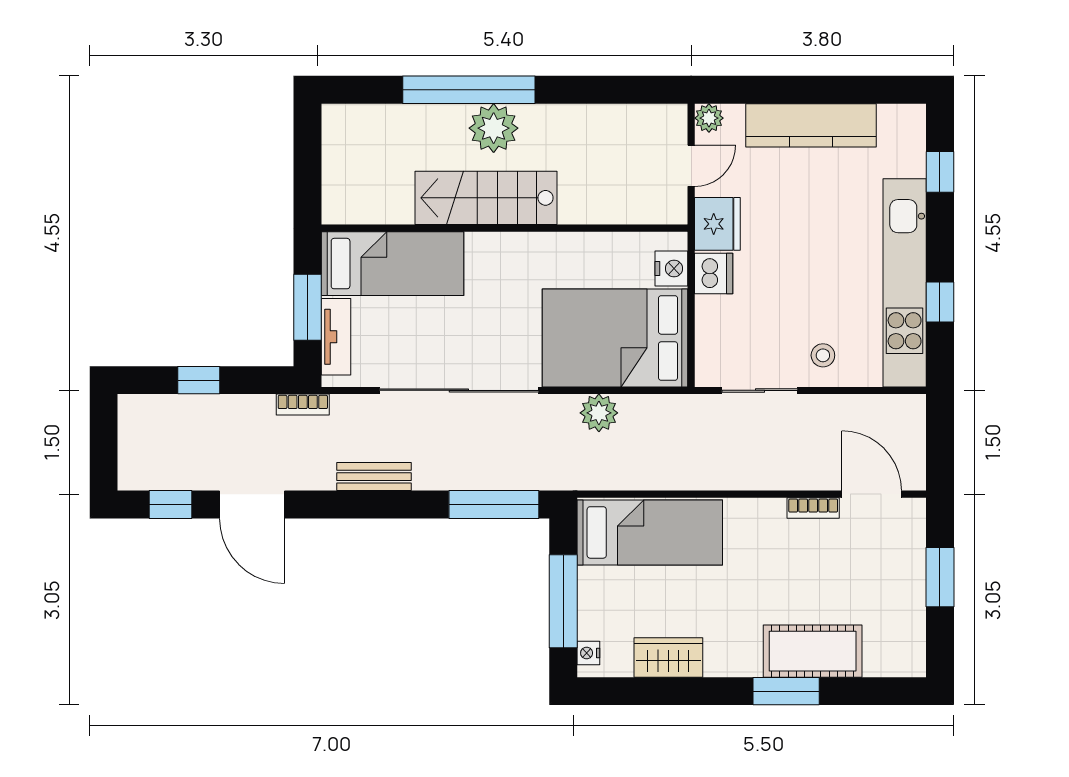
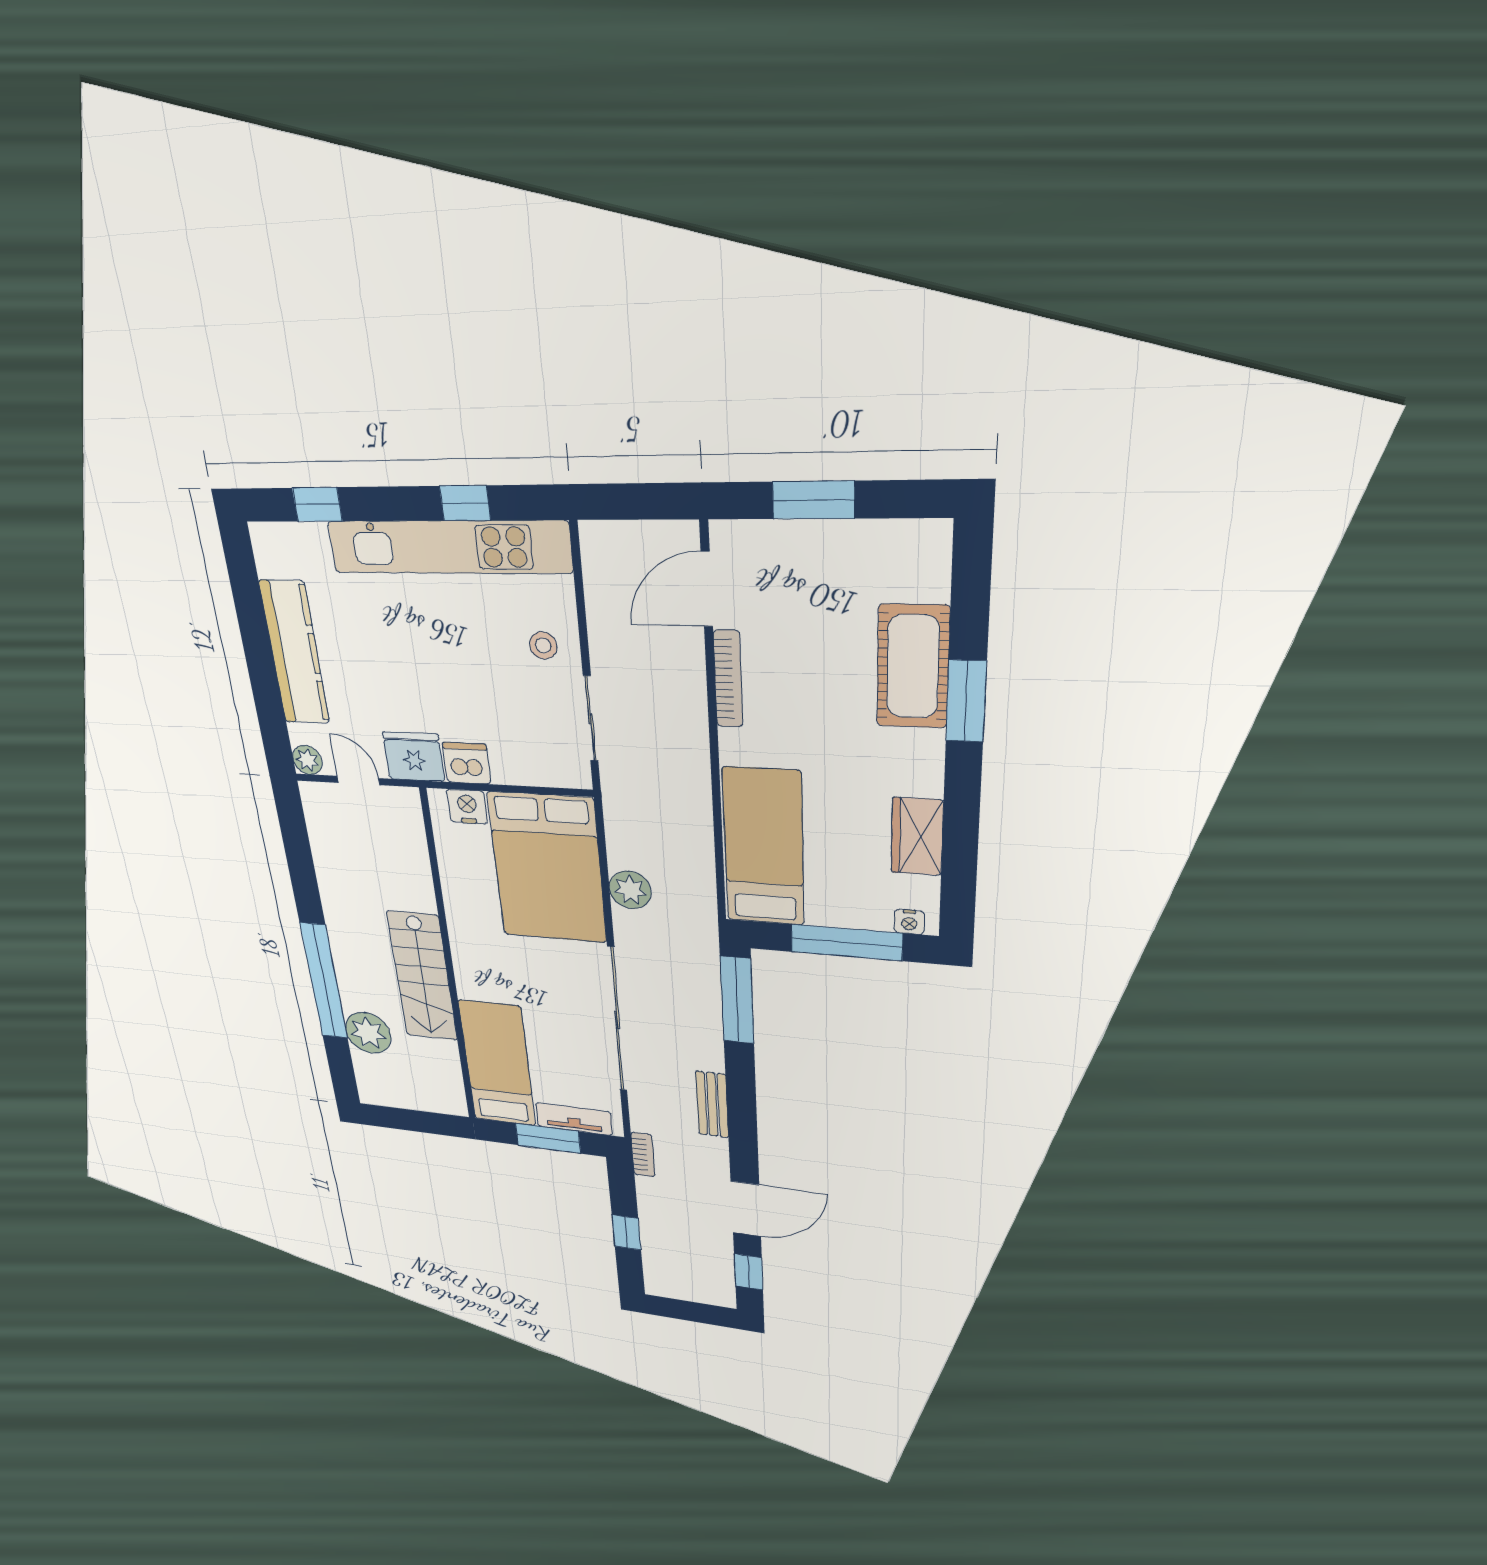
plant: (494, 128) -> (368, 1033), moved
bookcase: (813, 508) -> (728, 679), width x1.56

